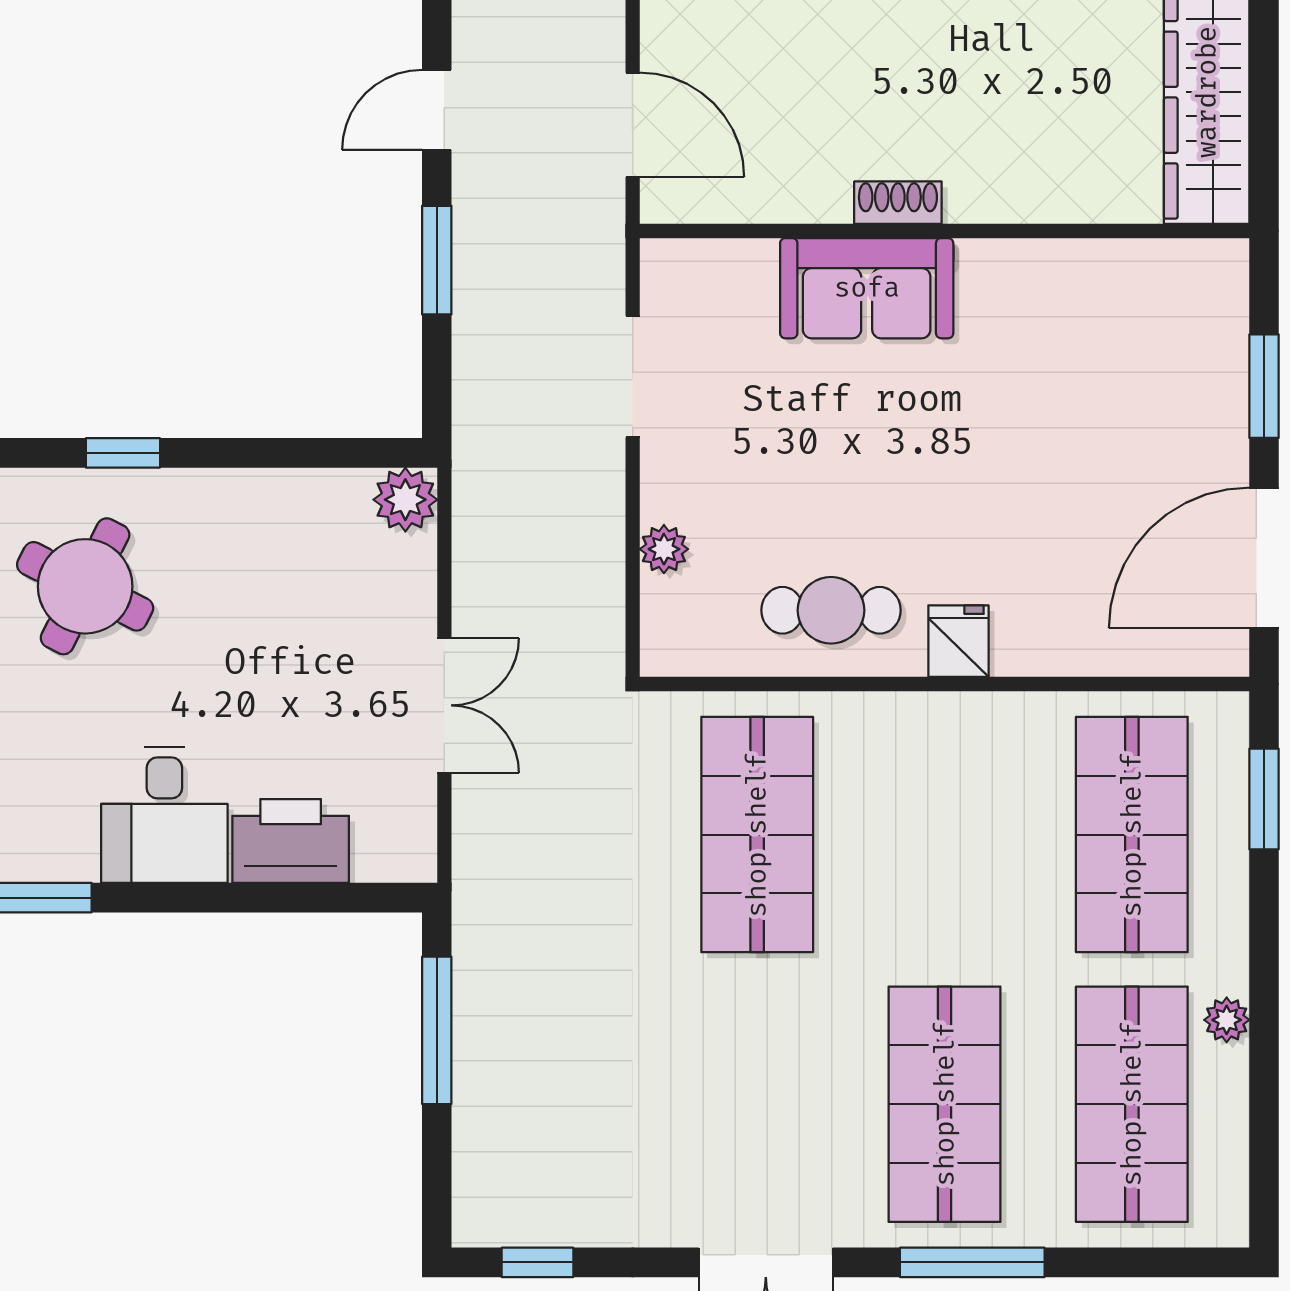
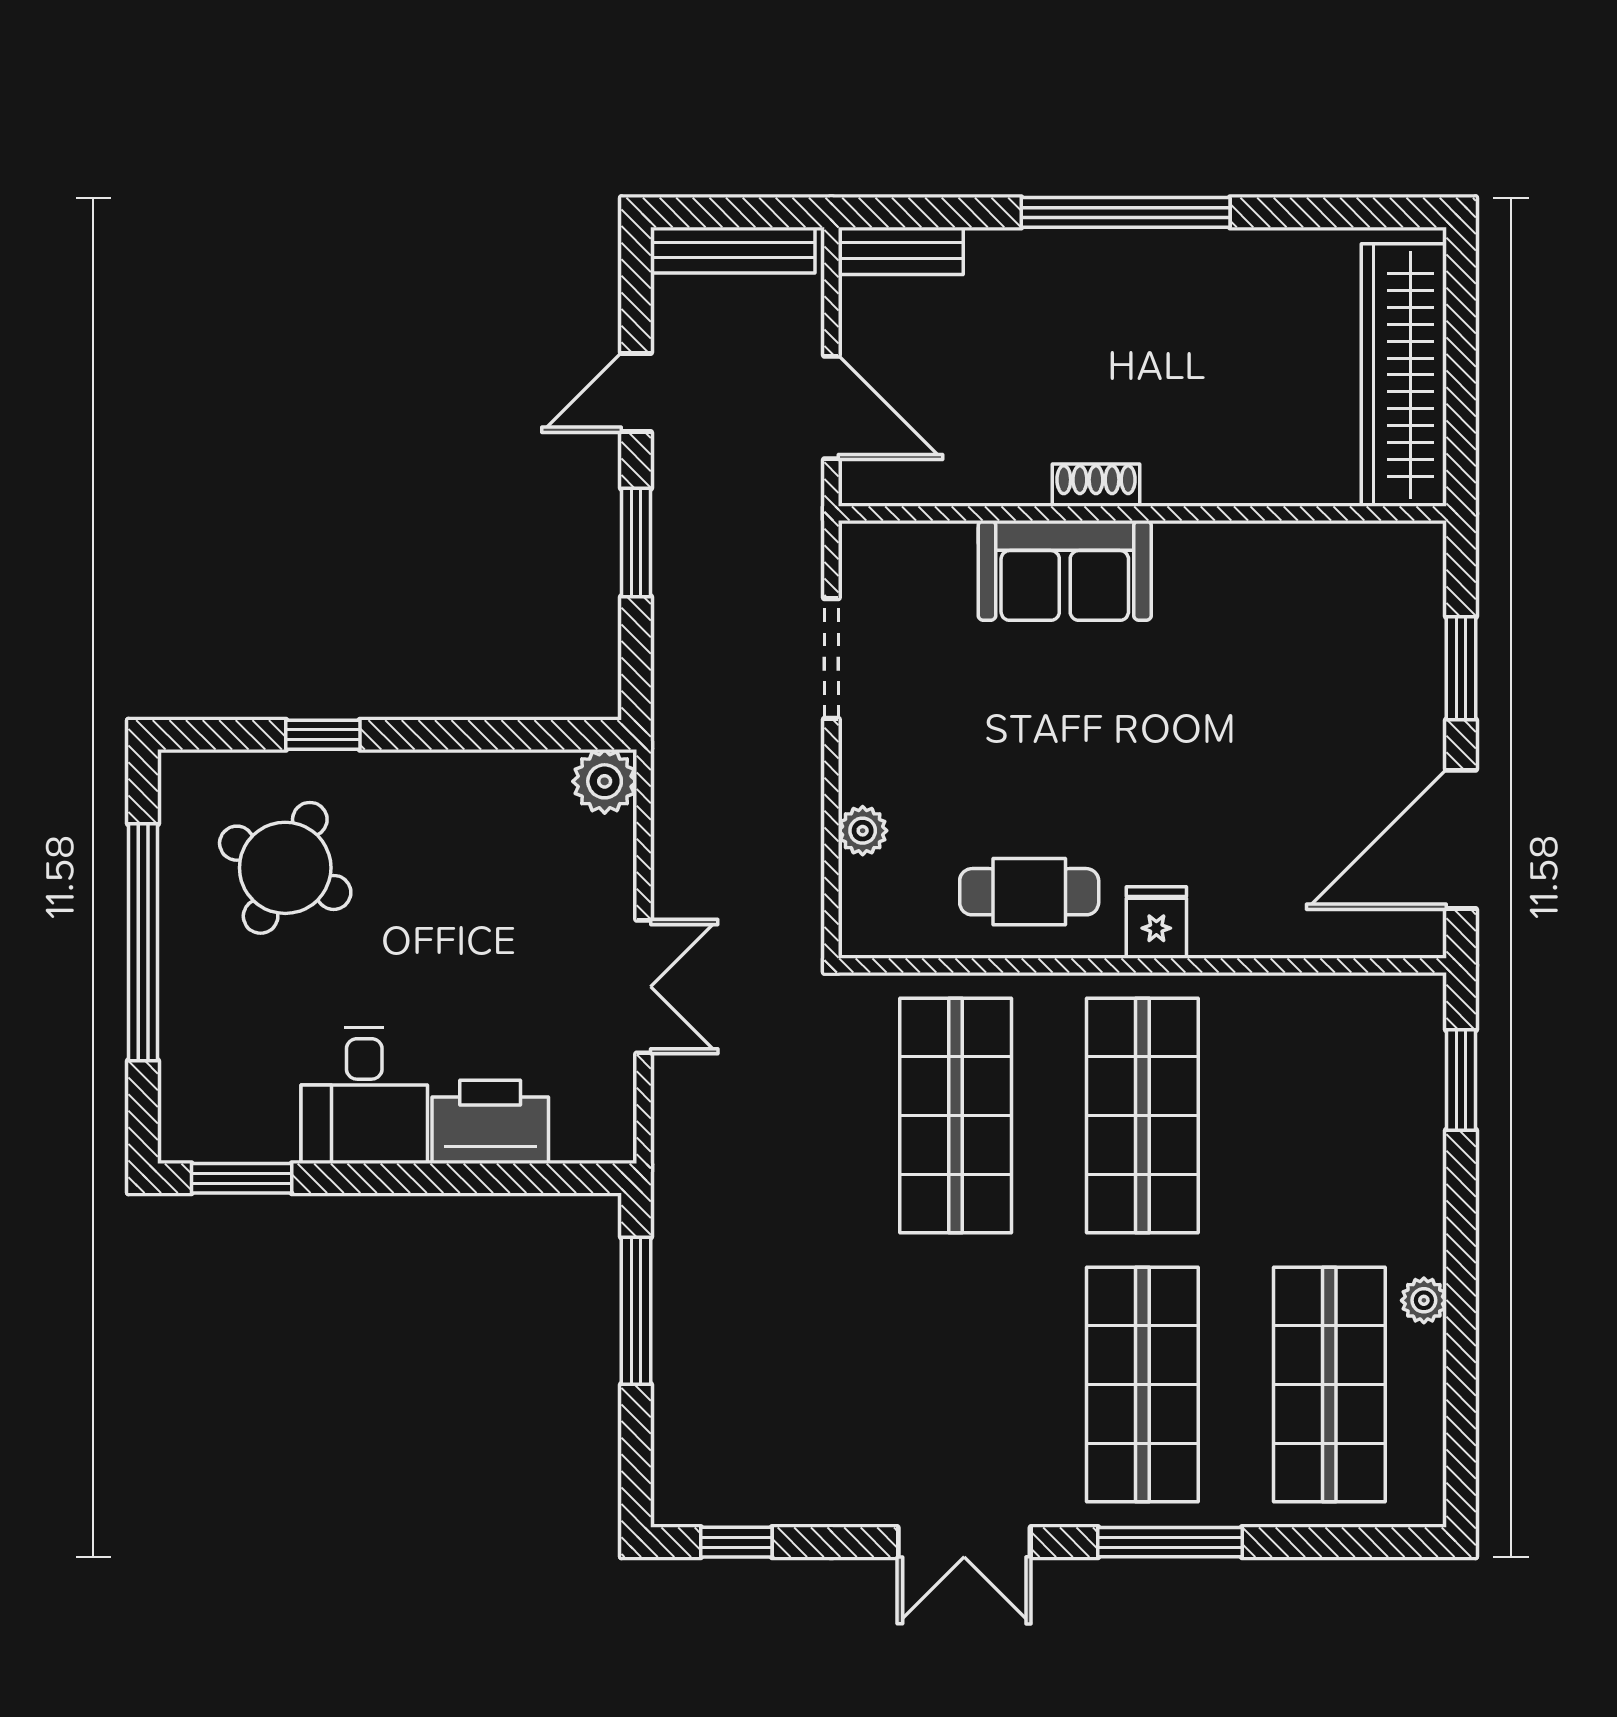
shop shelf: (1132, 835) -> (1142, 1115), moved

